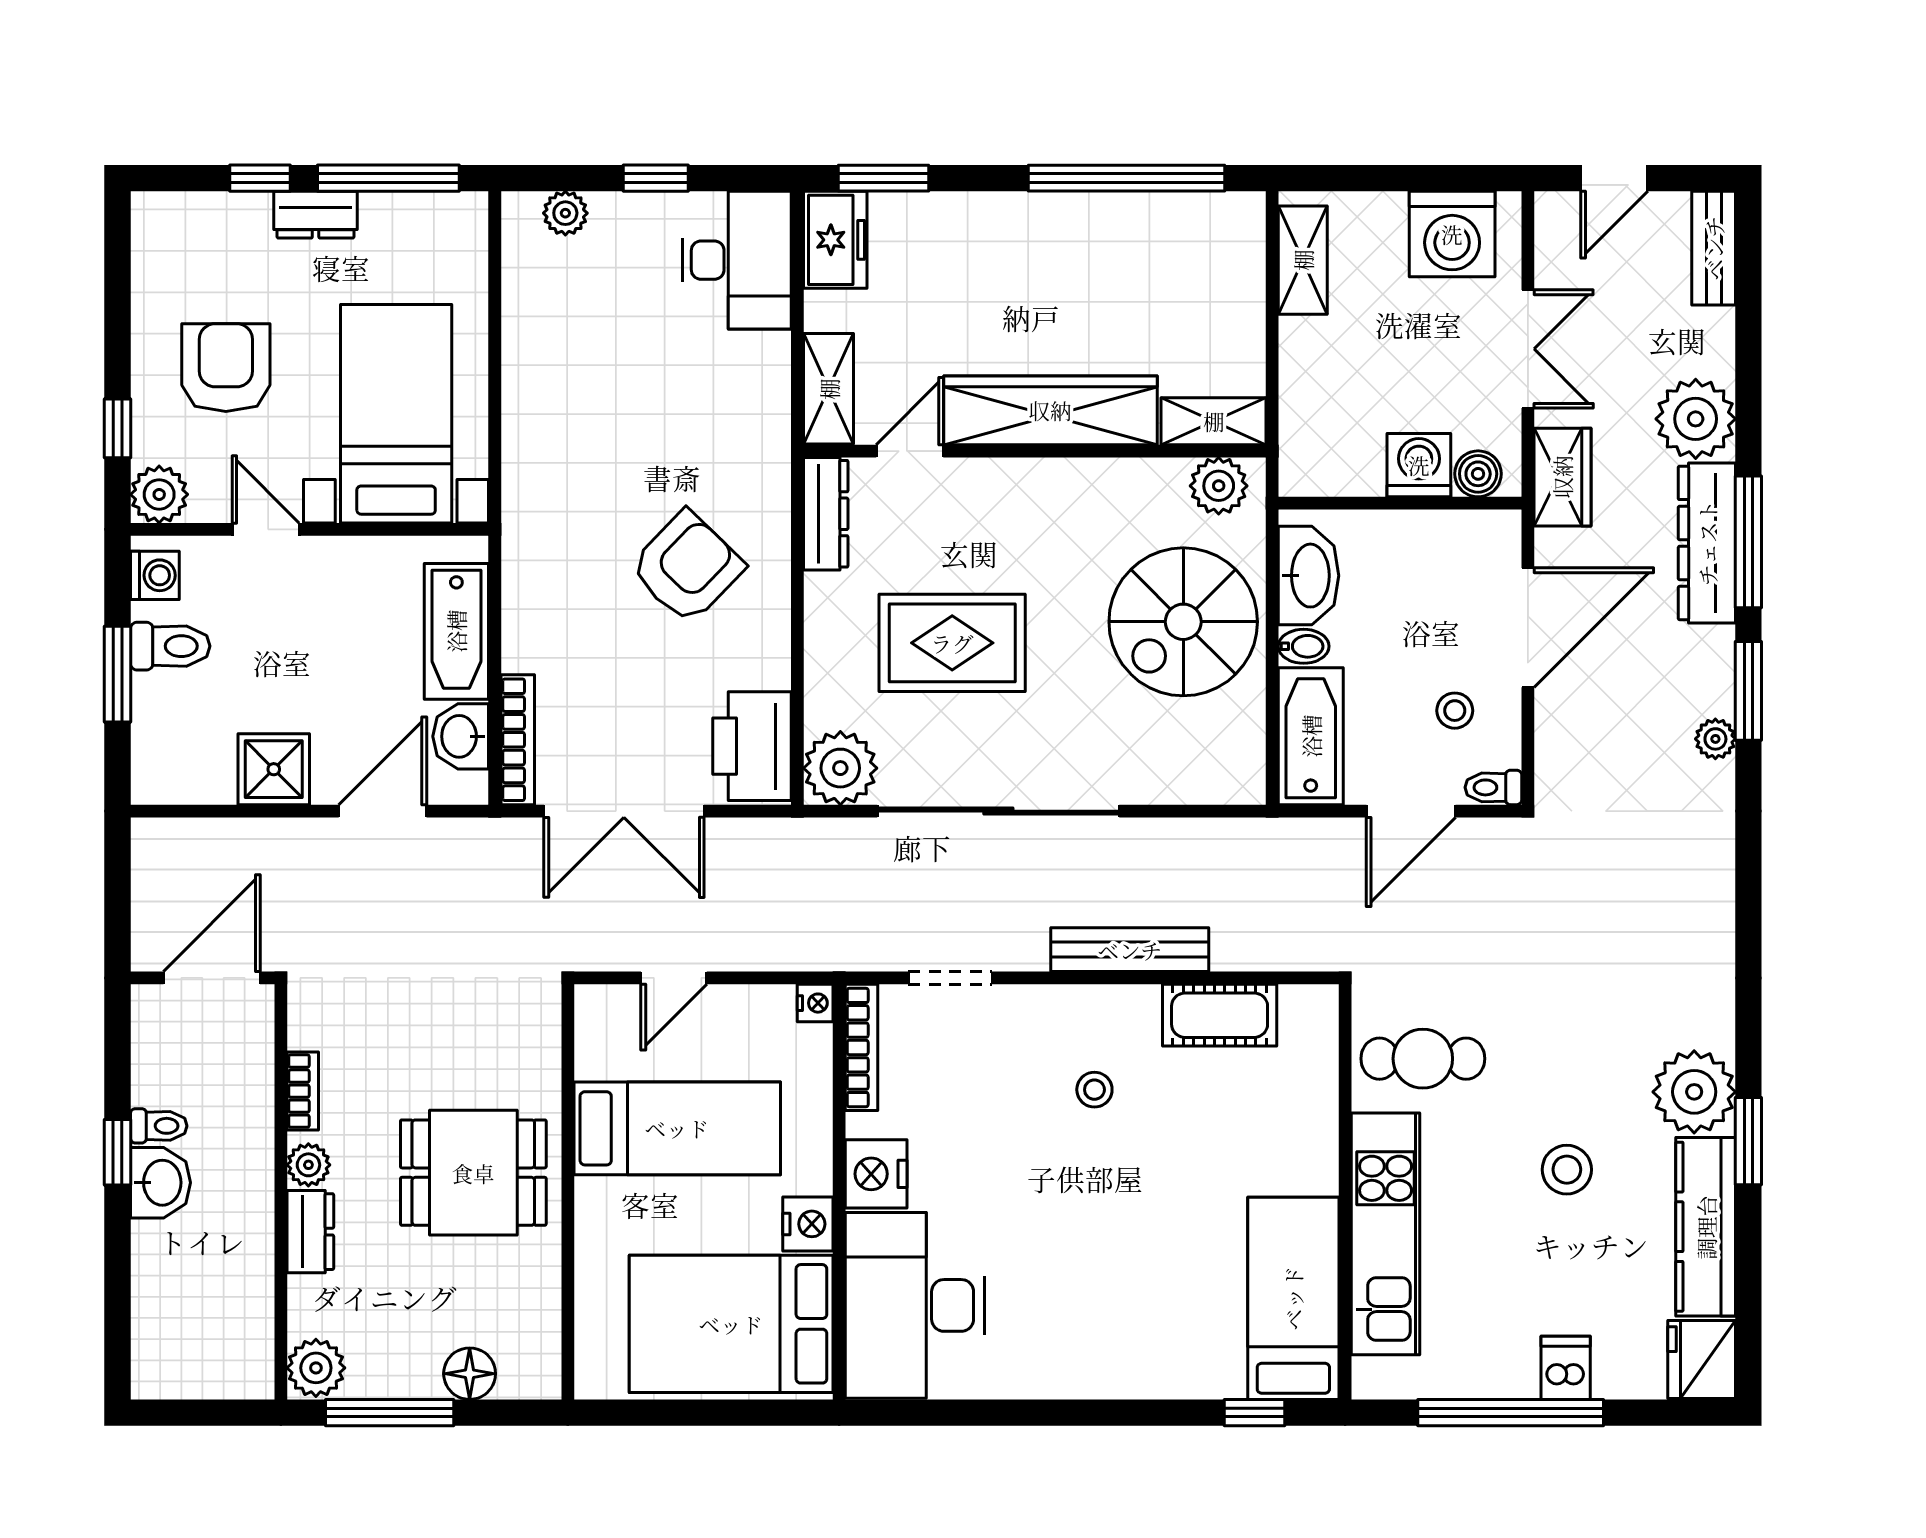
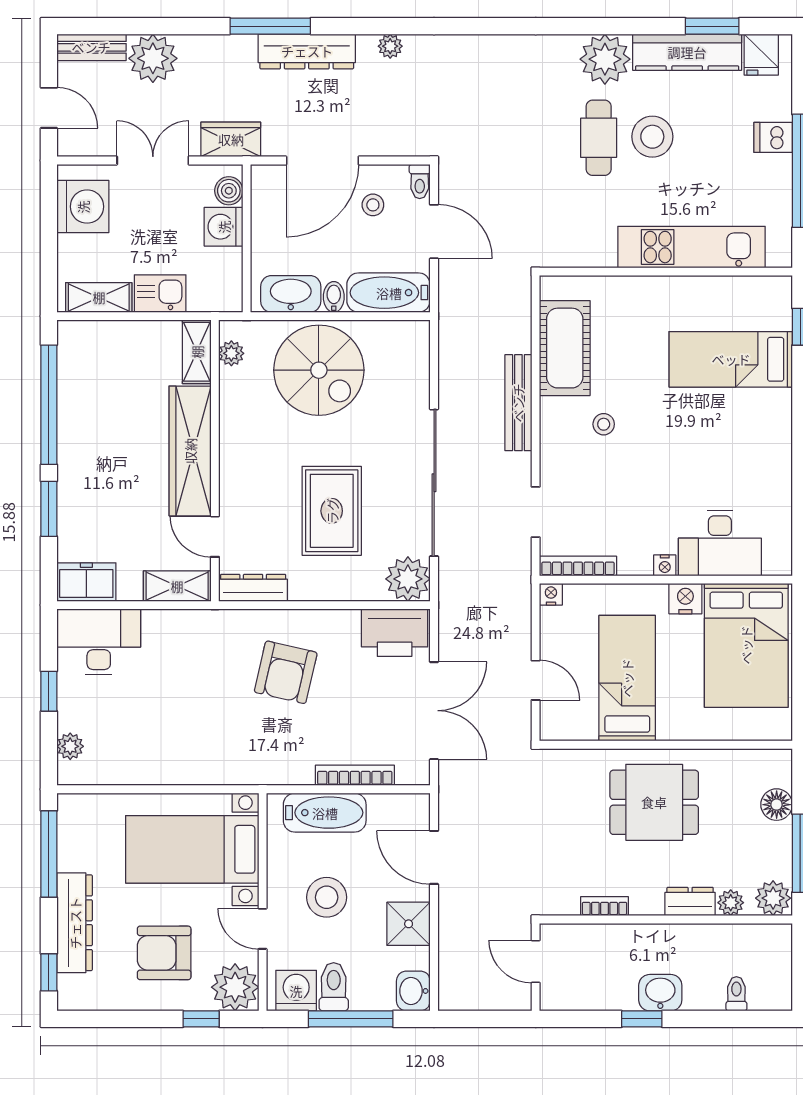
window: (260, 178) -> (49, 972), moved
window: (884, 178) -> (49, 509), moved
dresser: (316, 215) -> (75, 923), width x1.96, depth x1.24
kitchen sink: (1309, 361) -> (160, 294), added
plant: (1696, 419) -> (153, 58), moved
plant: (1219, 486) -> (231, 353), width x0.73, depth x0.73
plant: (159, 494) -> (235, 987), width x1.36, depth x1.36
door: (266, 529) -> (263, 929), hinge flipped
dresser: (1707, 543) -> (307, 51), moved
armchair: (687, 567) -> (286, 672), turned -121
washing machine: (155, 575) -> (296, 991), width x1.38, depth x1.38
door: (1528, 628) -> (322, 160), swing flipped
stool: (317, 635) -> (327, 897), added
window: (118, 674) -> (351, 1019), width x1.44
window: (1748, 691) -> (361, 26), removed
washbasin: (461, 736) -> (413, 991), moved, turned 90
bookcase: (518, 740) -> (355, 775), moved
door: (212, 978) -> (536, 962), width x0.73
cot: (1220, 1015) -> (565, 348), width x1.37, depth x1.34
cafe table: (1423, 1059) -> (599, 138), moved
toilet: (159, 1126) -> (736, 994), moved
window: (1748, 1141) -> (712, 26), moved
plant: (308, 1165) -> (731, 903), moved
stool: (1567, 1170) -> (652, 137), width x1.38, depth x1.38
dining table: (473, 1173) -> (654, 802), turned 90
nightstand: (876, 1174) -> (665, 565), width x0.53, depth x0.56
bed: (1293, 1298) -> (731, 359), moved
desk: (915, 1305) -> (720, 543), width x0.73, depth x0.77
fridge: (1702, 1359) -> (761, 55), width x0.72

